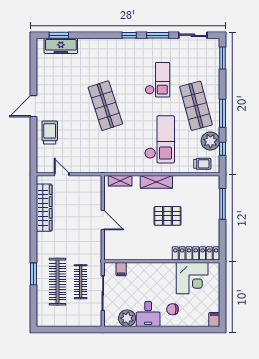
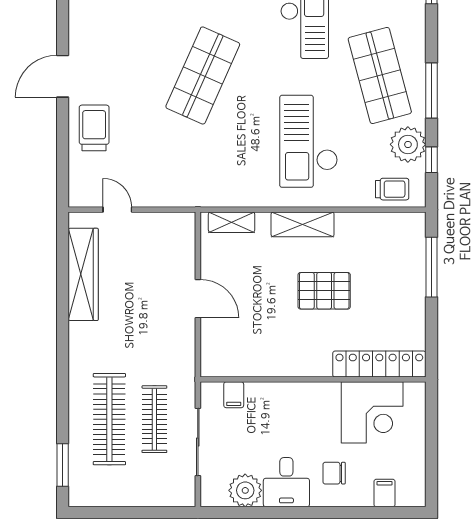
shop shelf: (105, 106) -> (203, 75), turned 42
checkout: (160, 139) -> (309, 141), turned 180
window: (34, 274) -> (63, 465), moved
filing cabinet: (214, 319) -> (384, 493), moved

